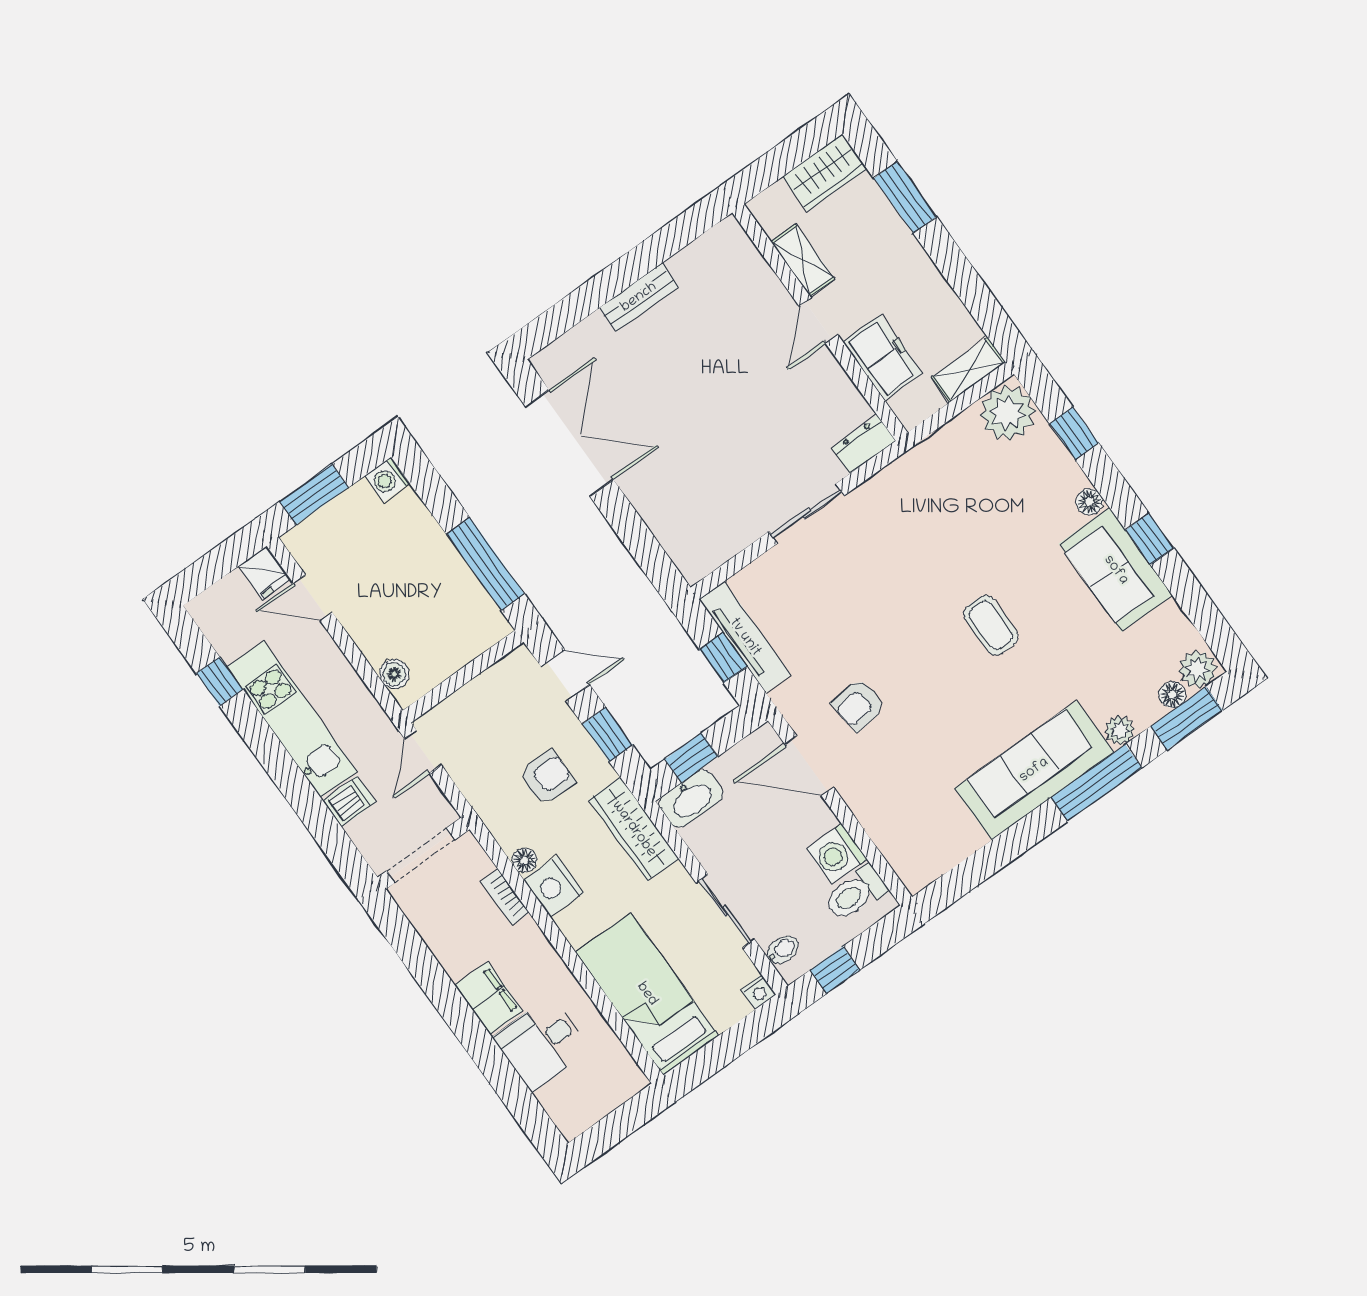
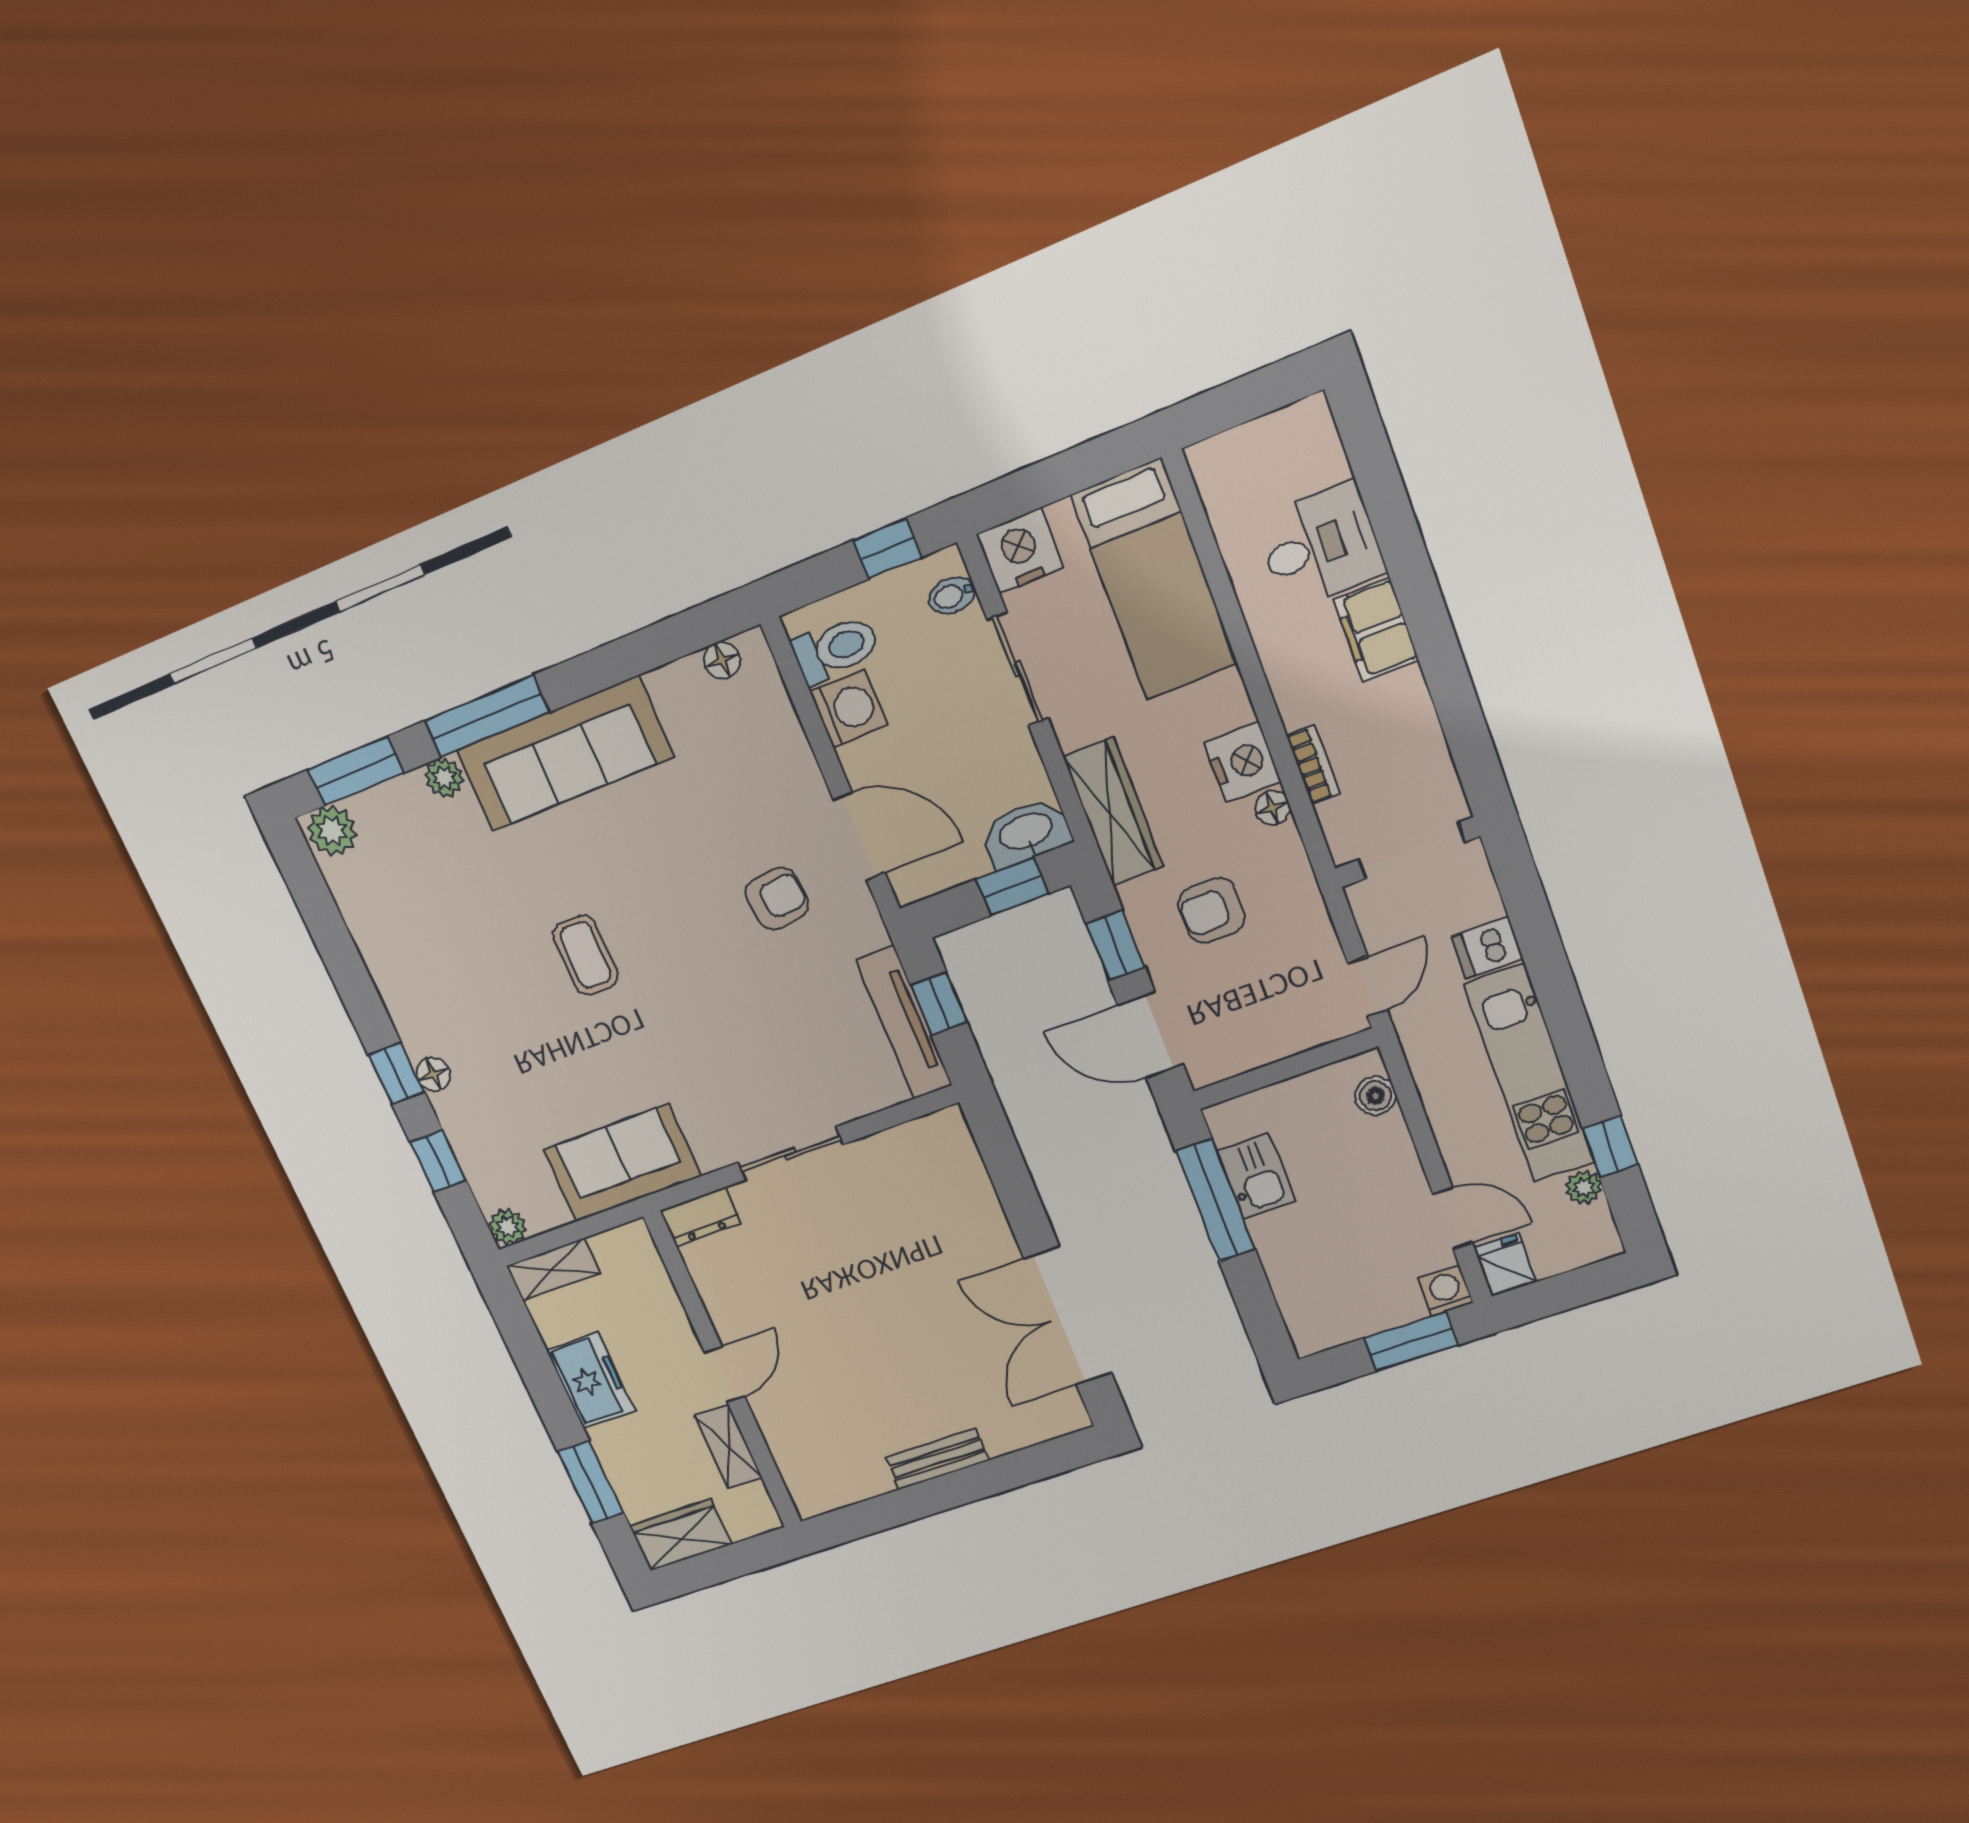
freezer: (883, 358) -> (591, 1380), moved, turned 180
plant: (1007, 413) -> (508, 1227), width x0.53, depth x0.53
washing machine: (387, 479) -> (1446, 1291), moved, turned -90
window: (1150, 539) -> (396, 1073), moved
sofa: (1116, 570) -> (622, 1163), moved, turned -90
kitchen sink: (461, 590) -> (1256, 1176), added
plant: (228, 646) -> (1584, 1188), added
door: (565, 676) -> (1151, 1035), width x1.38
floor lamp: (1172, 695) -> (722, 660), moved
nightstand: (758, 992) -> (1020, 551), width x1.89, depth x1.79

